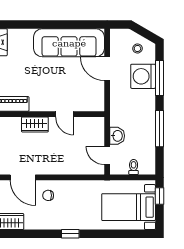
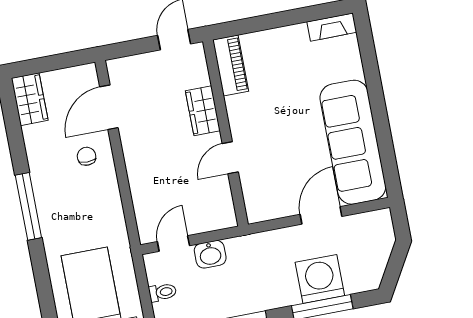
stool: (137, 48) -> (365, 260), removed
window: (70, 234) -> (28, 206), width x2.17

